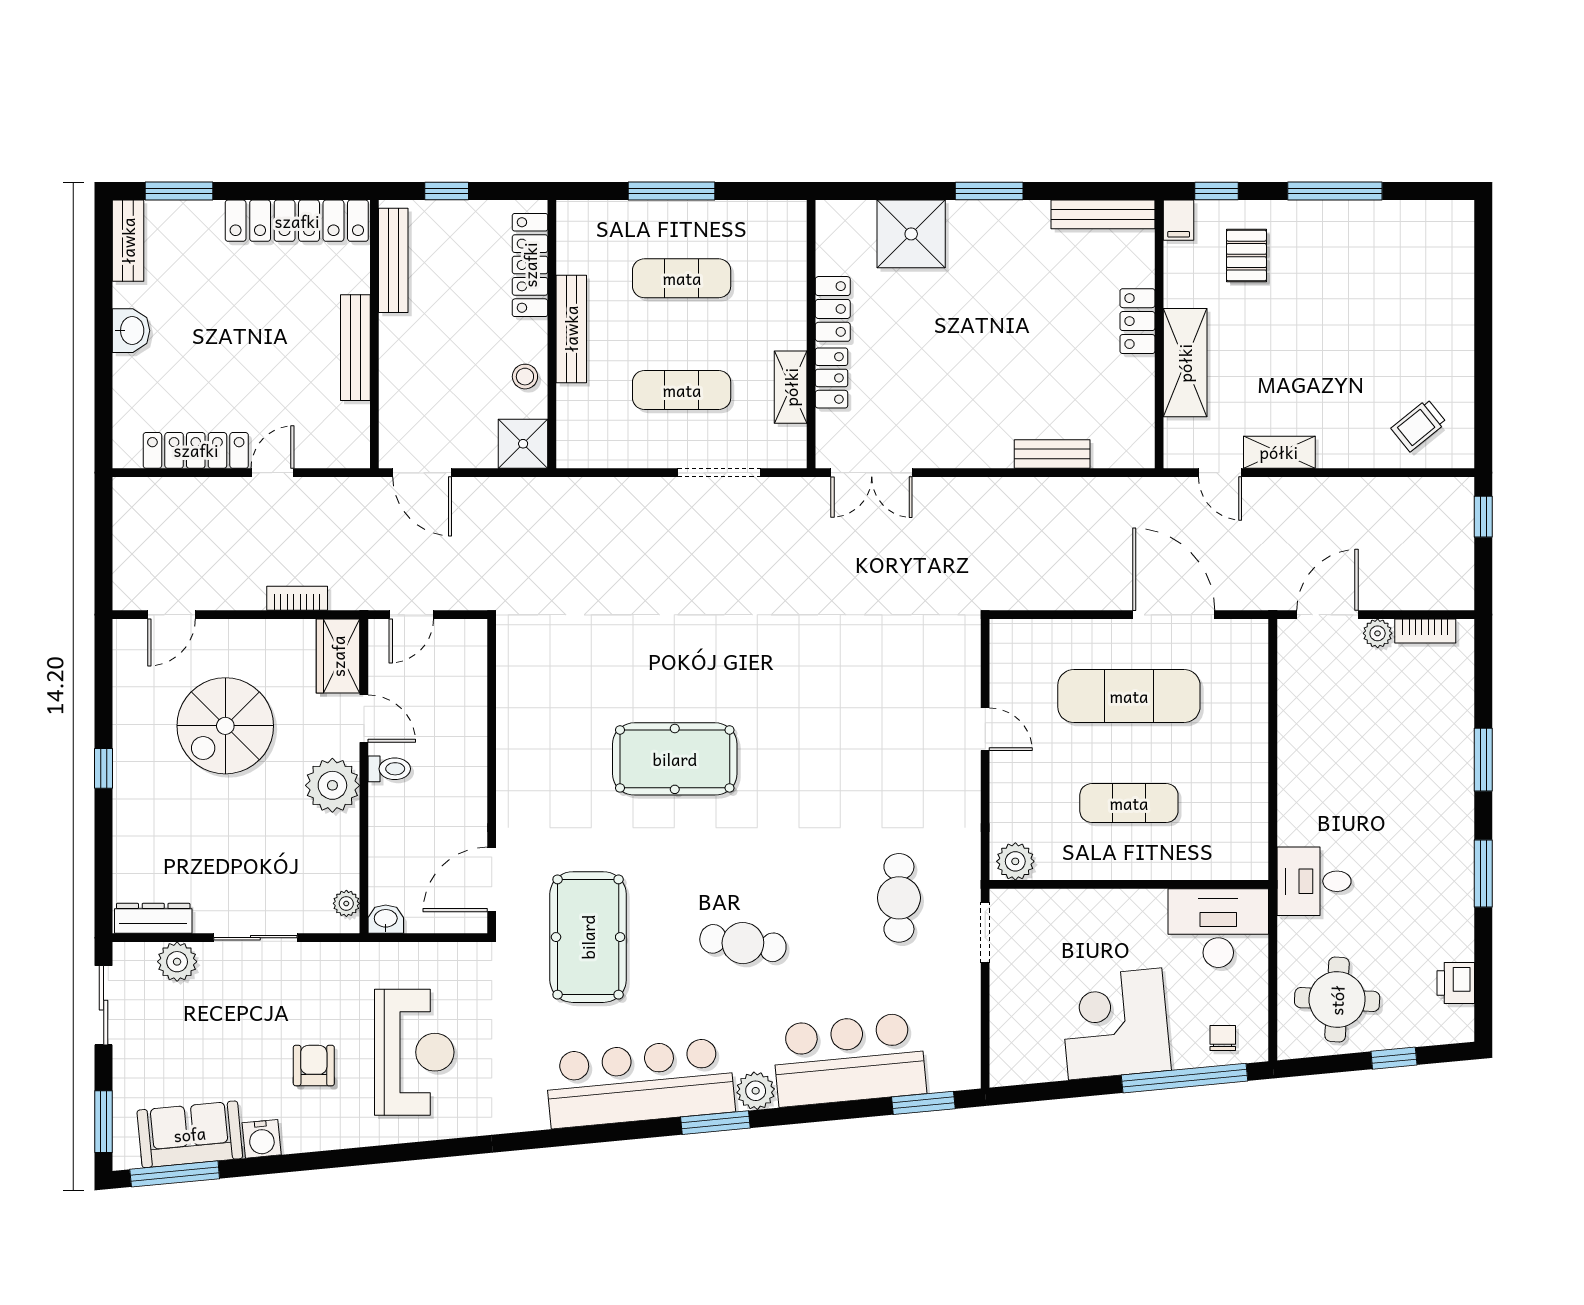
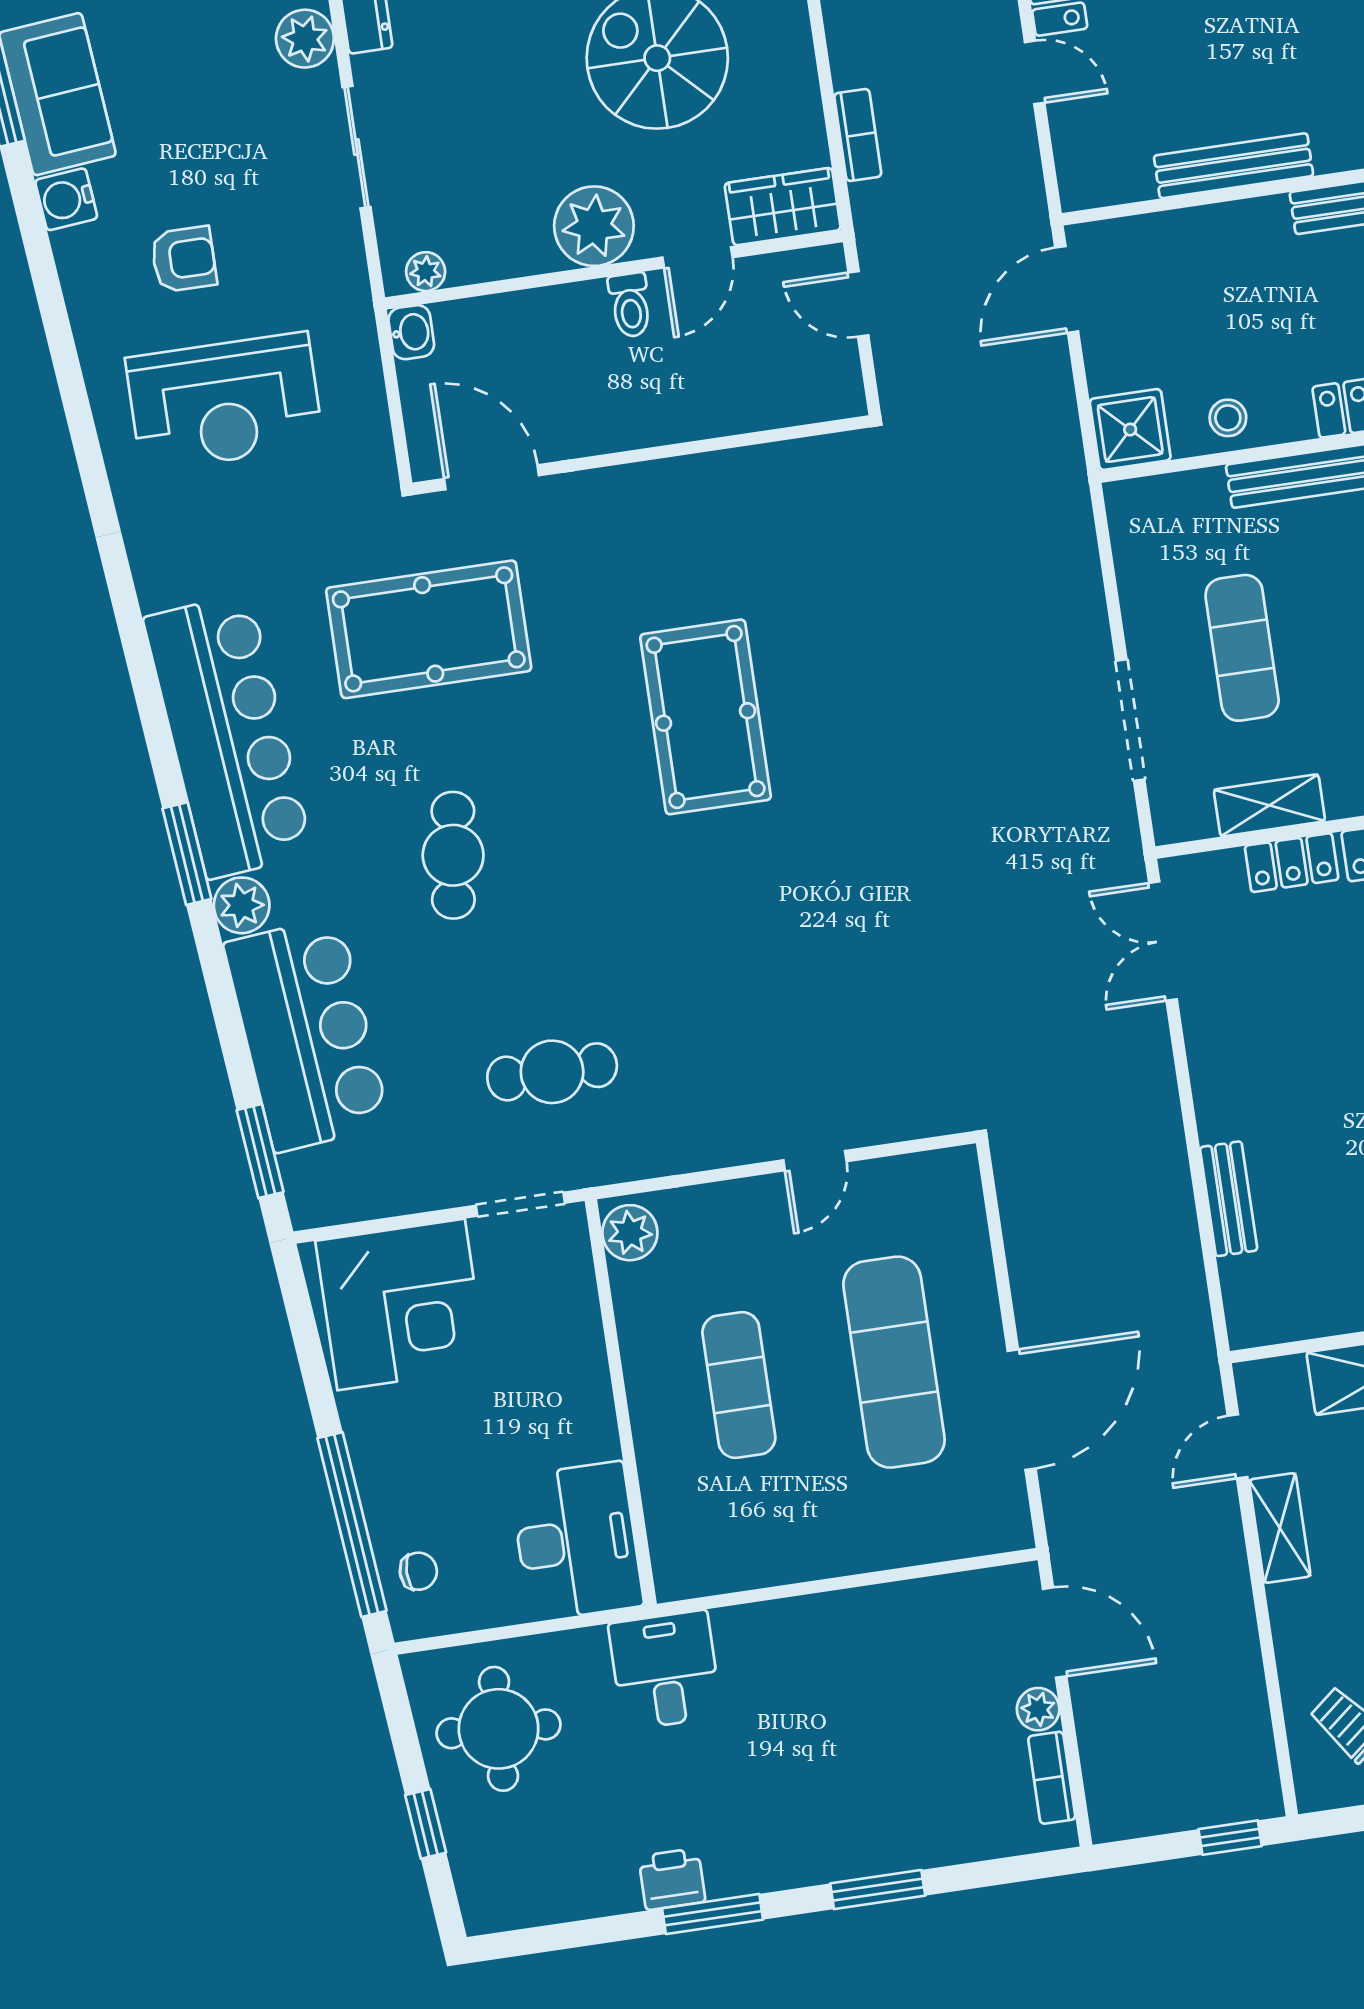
printer: (1456, 983) -> (672, 1879), moved
corner desk: (1115, 1024) -> (401, 1305), moved, turned 95

